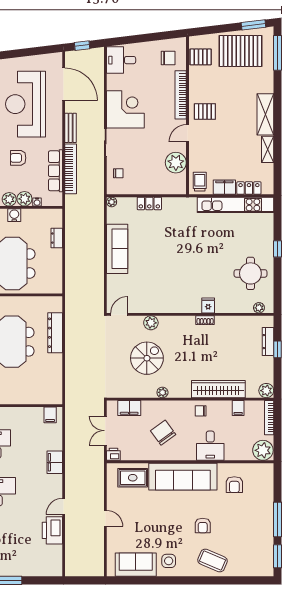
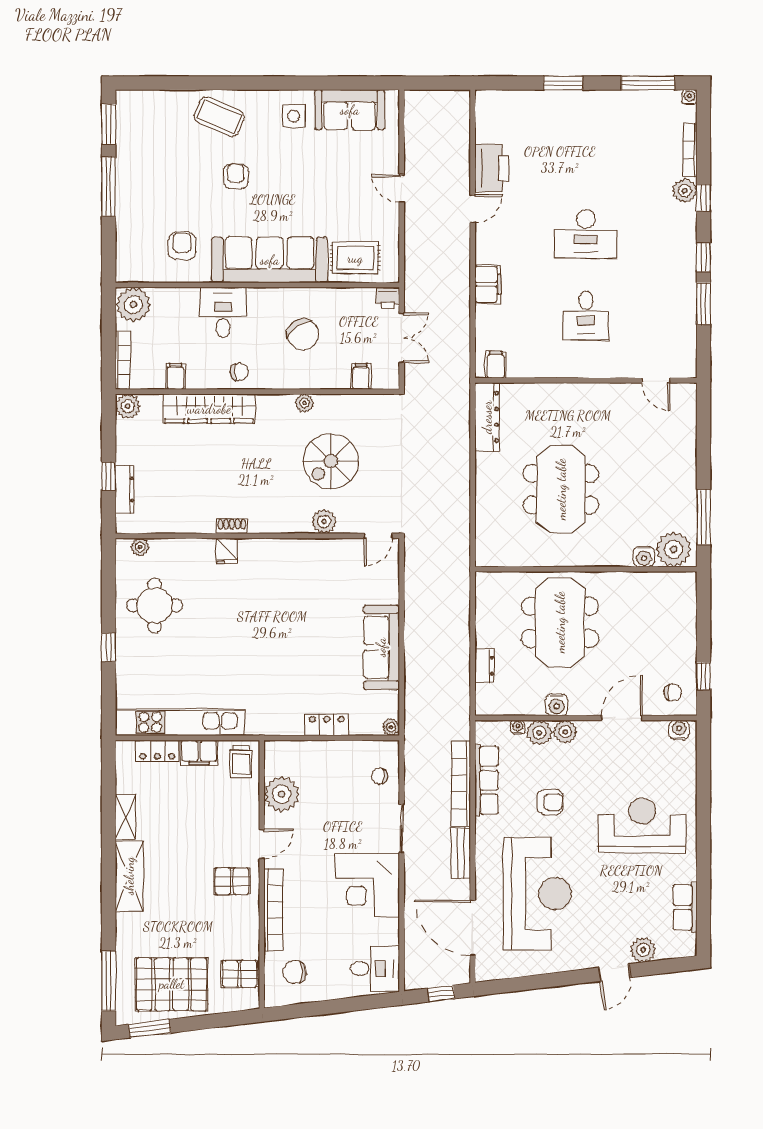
dresser: (55, 333) -> (487, 417), moved
filing cabinet: (129, 408) -> (361, 376), width x0.50

